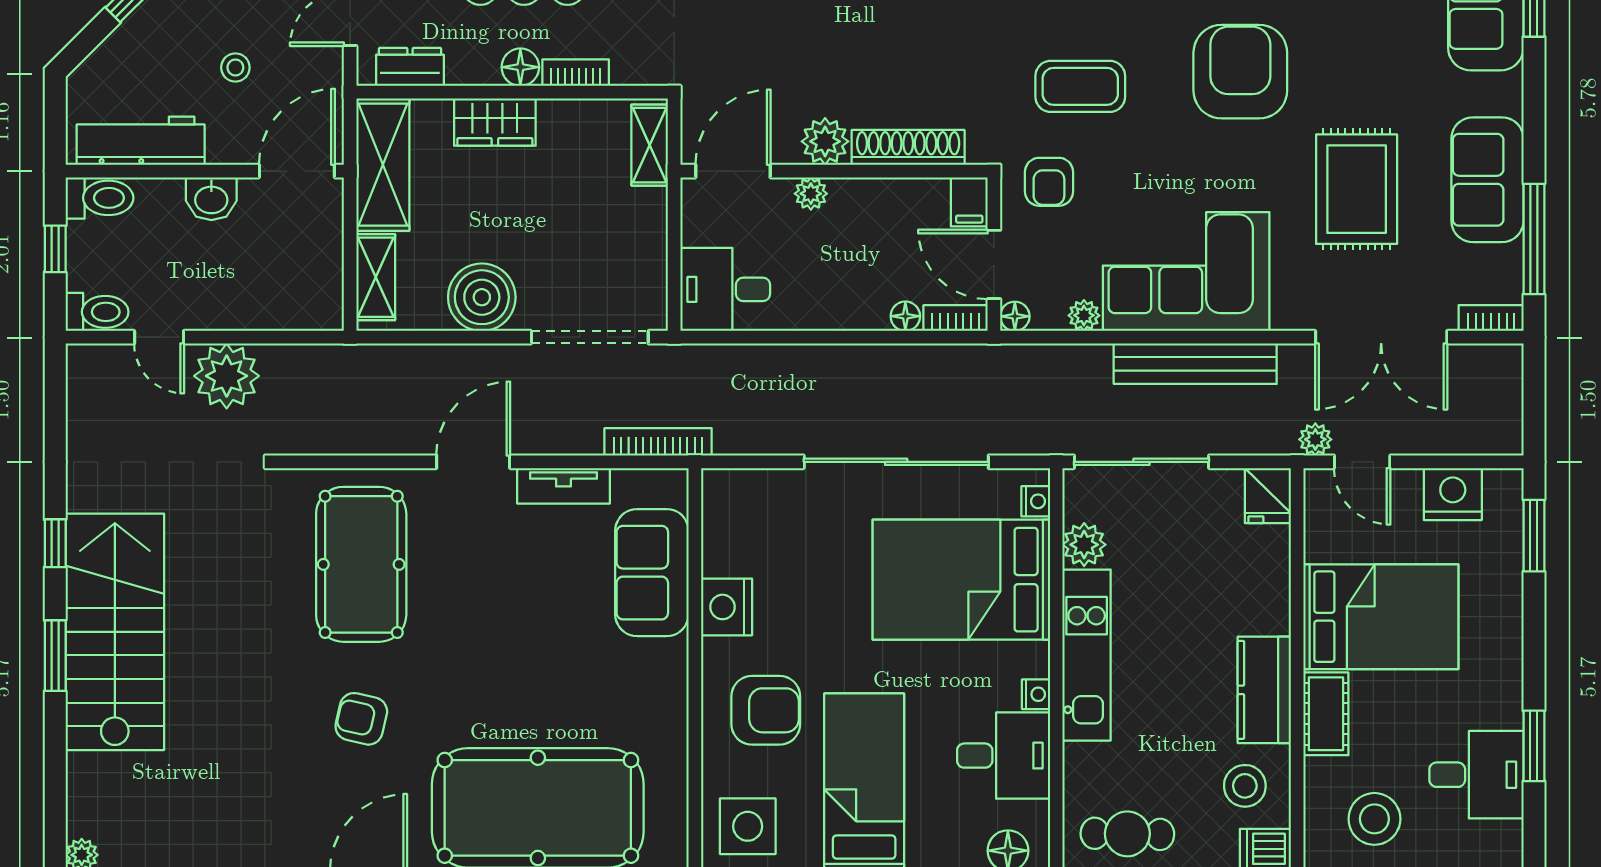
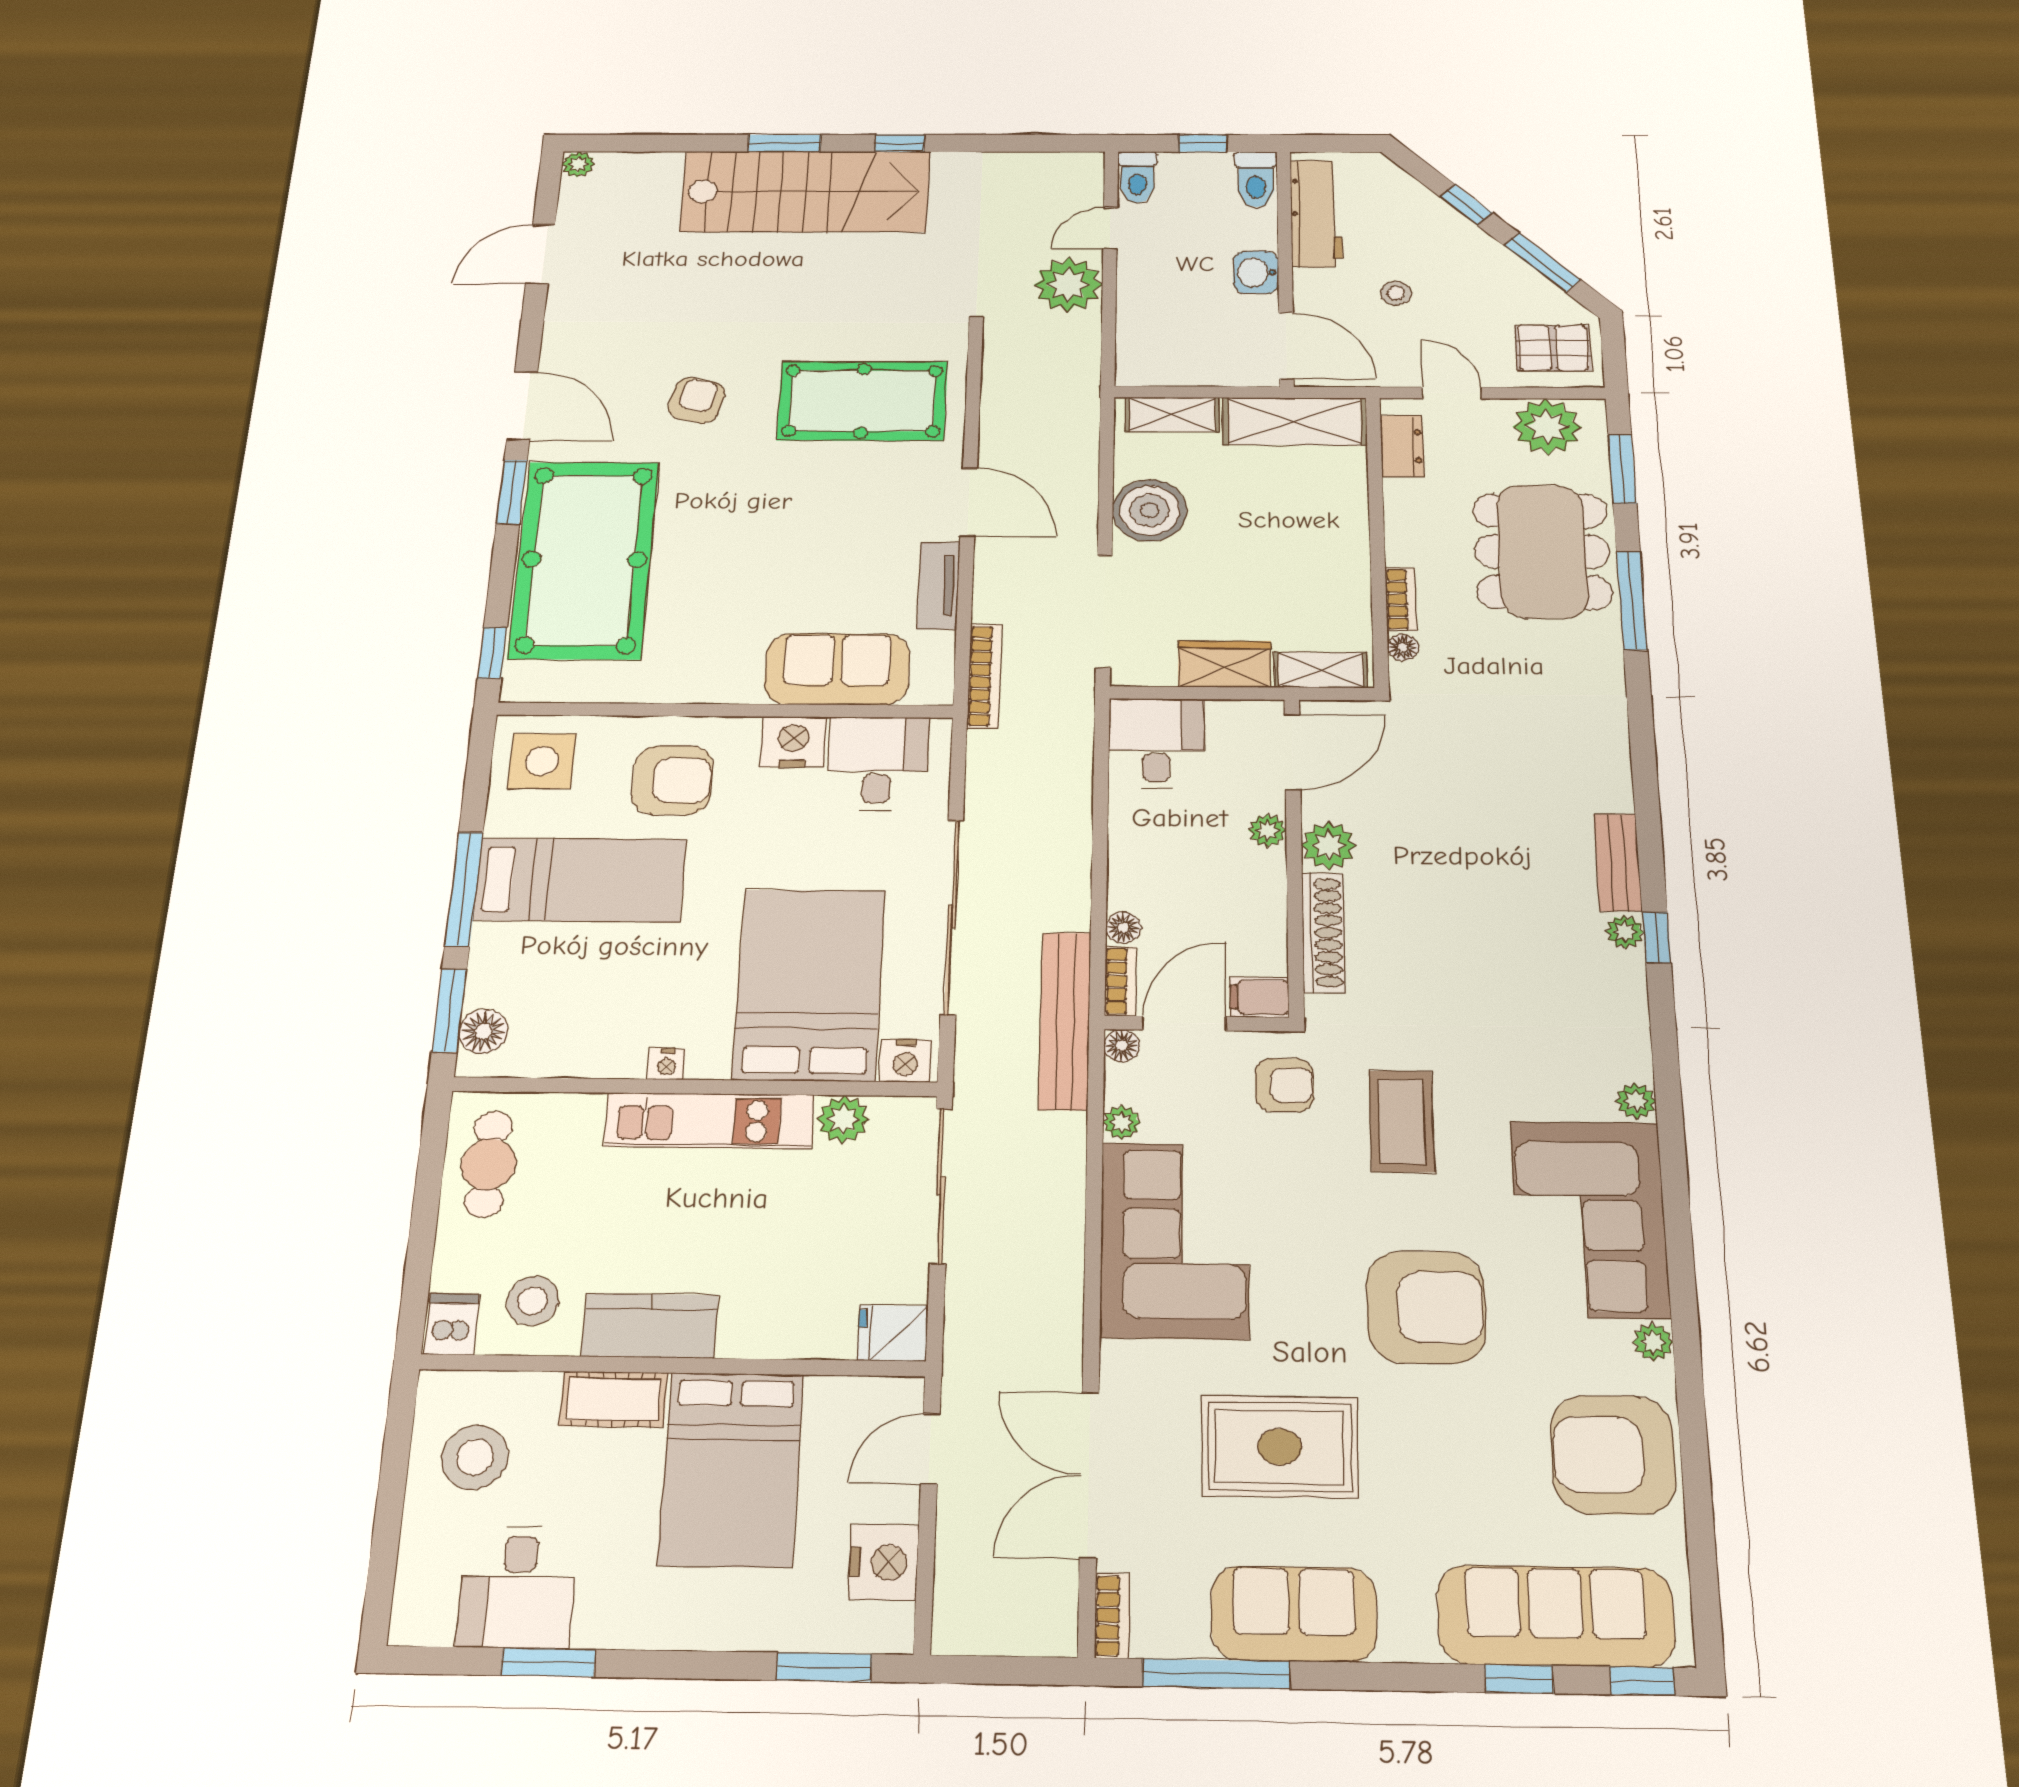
floor lamp: (520, 67) -> (1403, 647), moved, width x0.73, depth x0.73
wardrobe: (495, 122) -> (1225, 664), moved, turned 90
door: (733, 171) -> (1292, 752), hinge flipped
armchair: (1049, 182) -> (1284, 1085), turned 180
bench: (1195, 364) -> (1065, 1020), moved
plant: (1315, 439) -> (961, 1391), removed
nightstand: (1036, 501) -> (906, 1061), width x1.39, depth x1.35
armchair: (766, 710) -> (672, 780), turned -90
desk: (1004, 756) -> (878, 763), moved, turned 180

